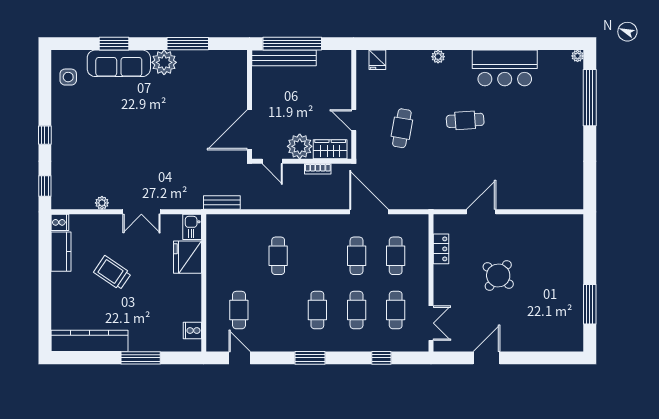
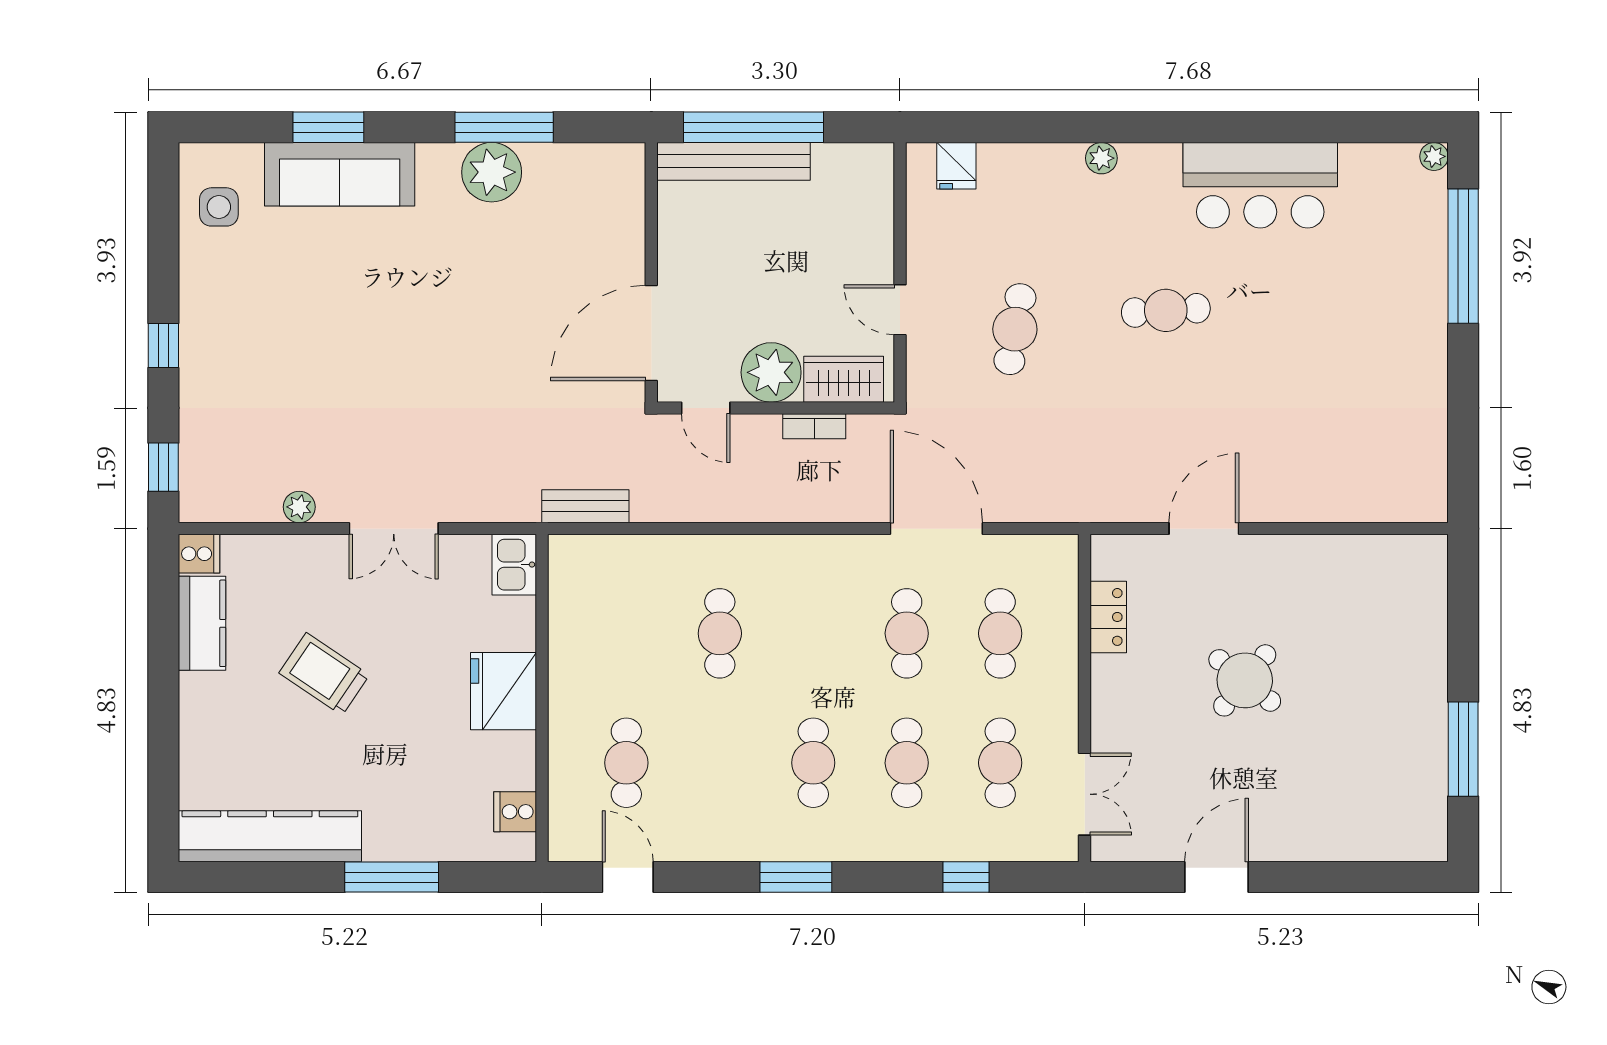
plant: (164, 62) -> (492, 172), moved
fridge: (187, 257) -> (503, 691), moved

